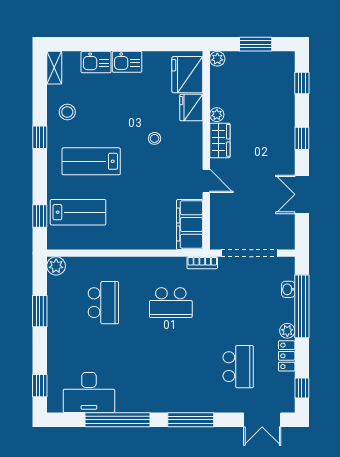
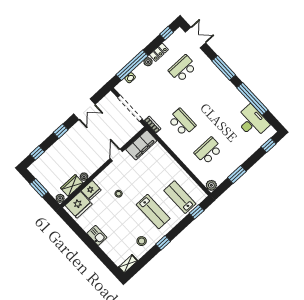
kitchen sink: (96, 62) -> (109, 248), removed
wardrobe: (220, 140) -> (72, 185), moved

